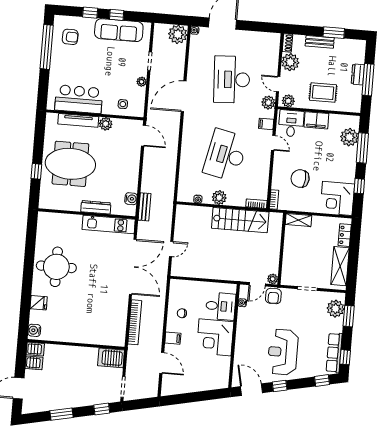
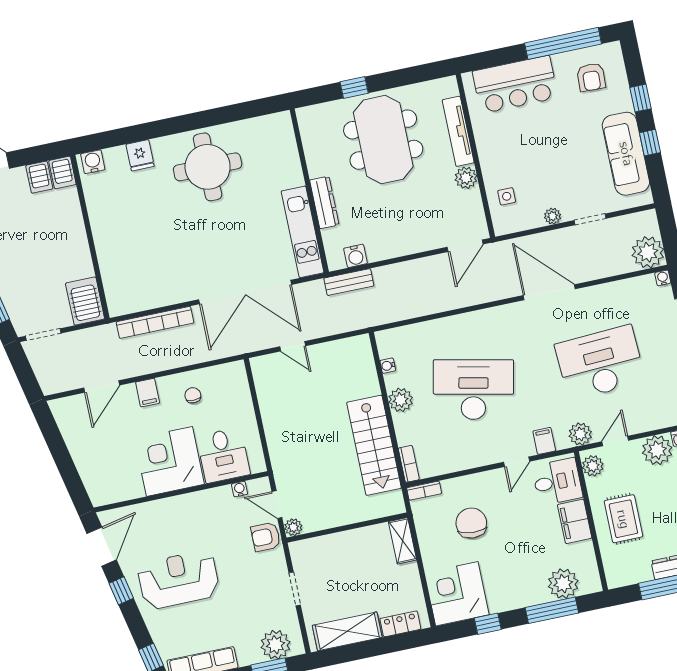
bar counter: (79, 99) -> (515, 85), moved, turned 90

